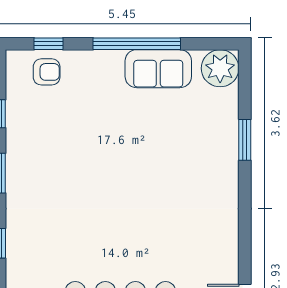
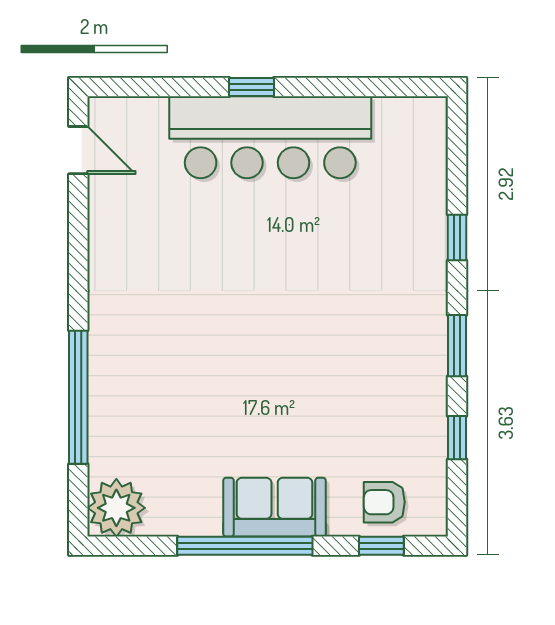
sofa: (158, 69) -> (275, 507), moved
window: (245, 140) -> (78, 397), width x2.11

